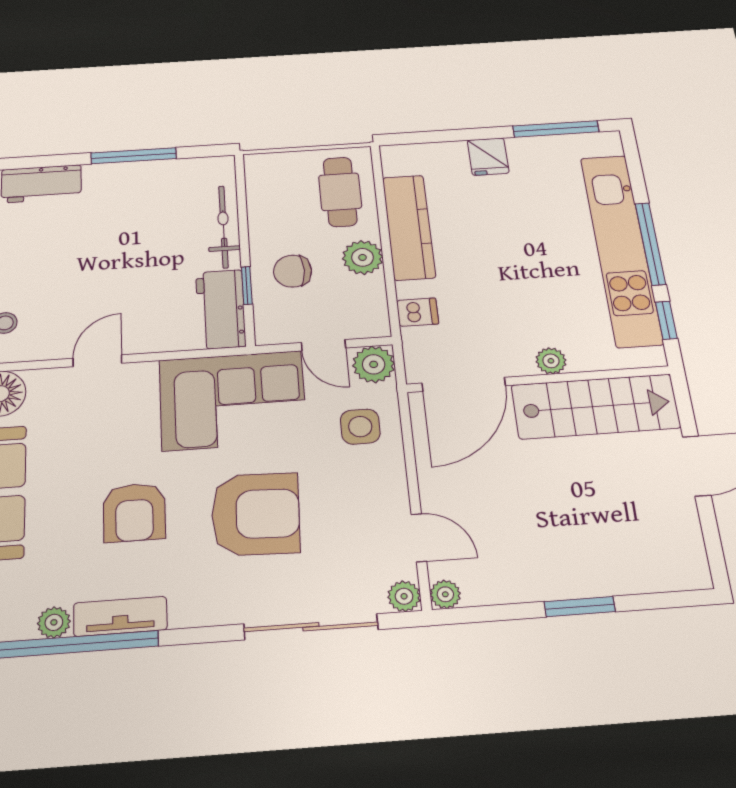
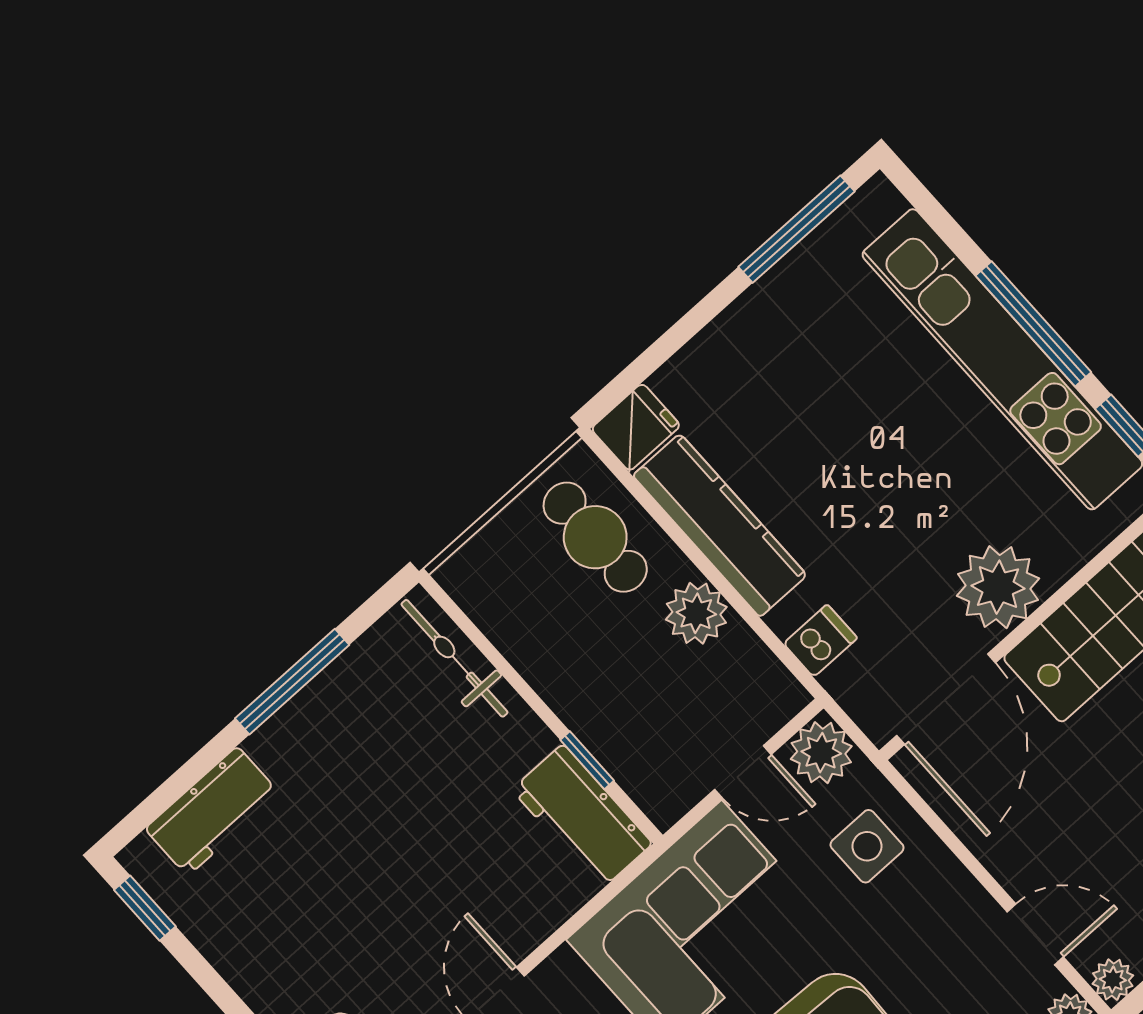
fridge: (488, 157) -> (636, 427), moved, turned -90
bicycle: (223, 227) -> (454, 658), moved
chair: (293, 271) -> (626, 698), removed
plant: (551, 361) -> (998, 587), width x1.88, depth x1.88

